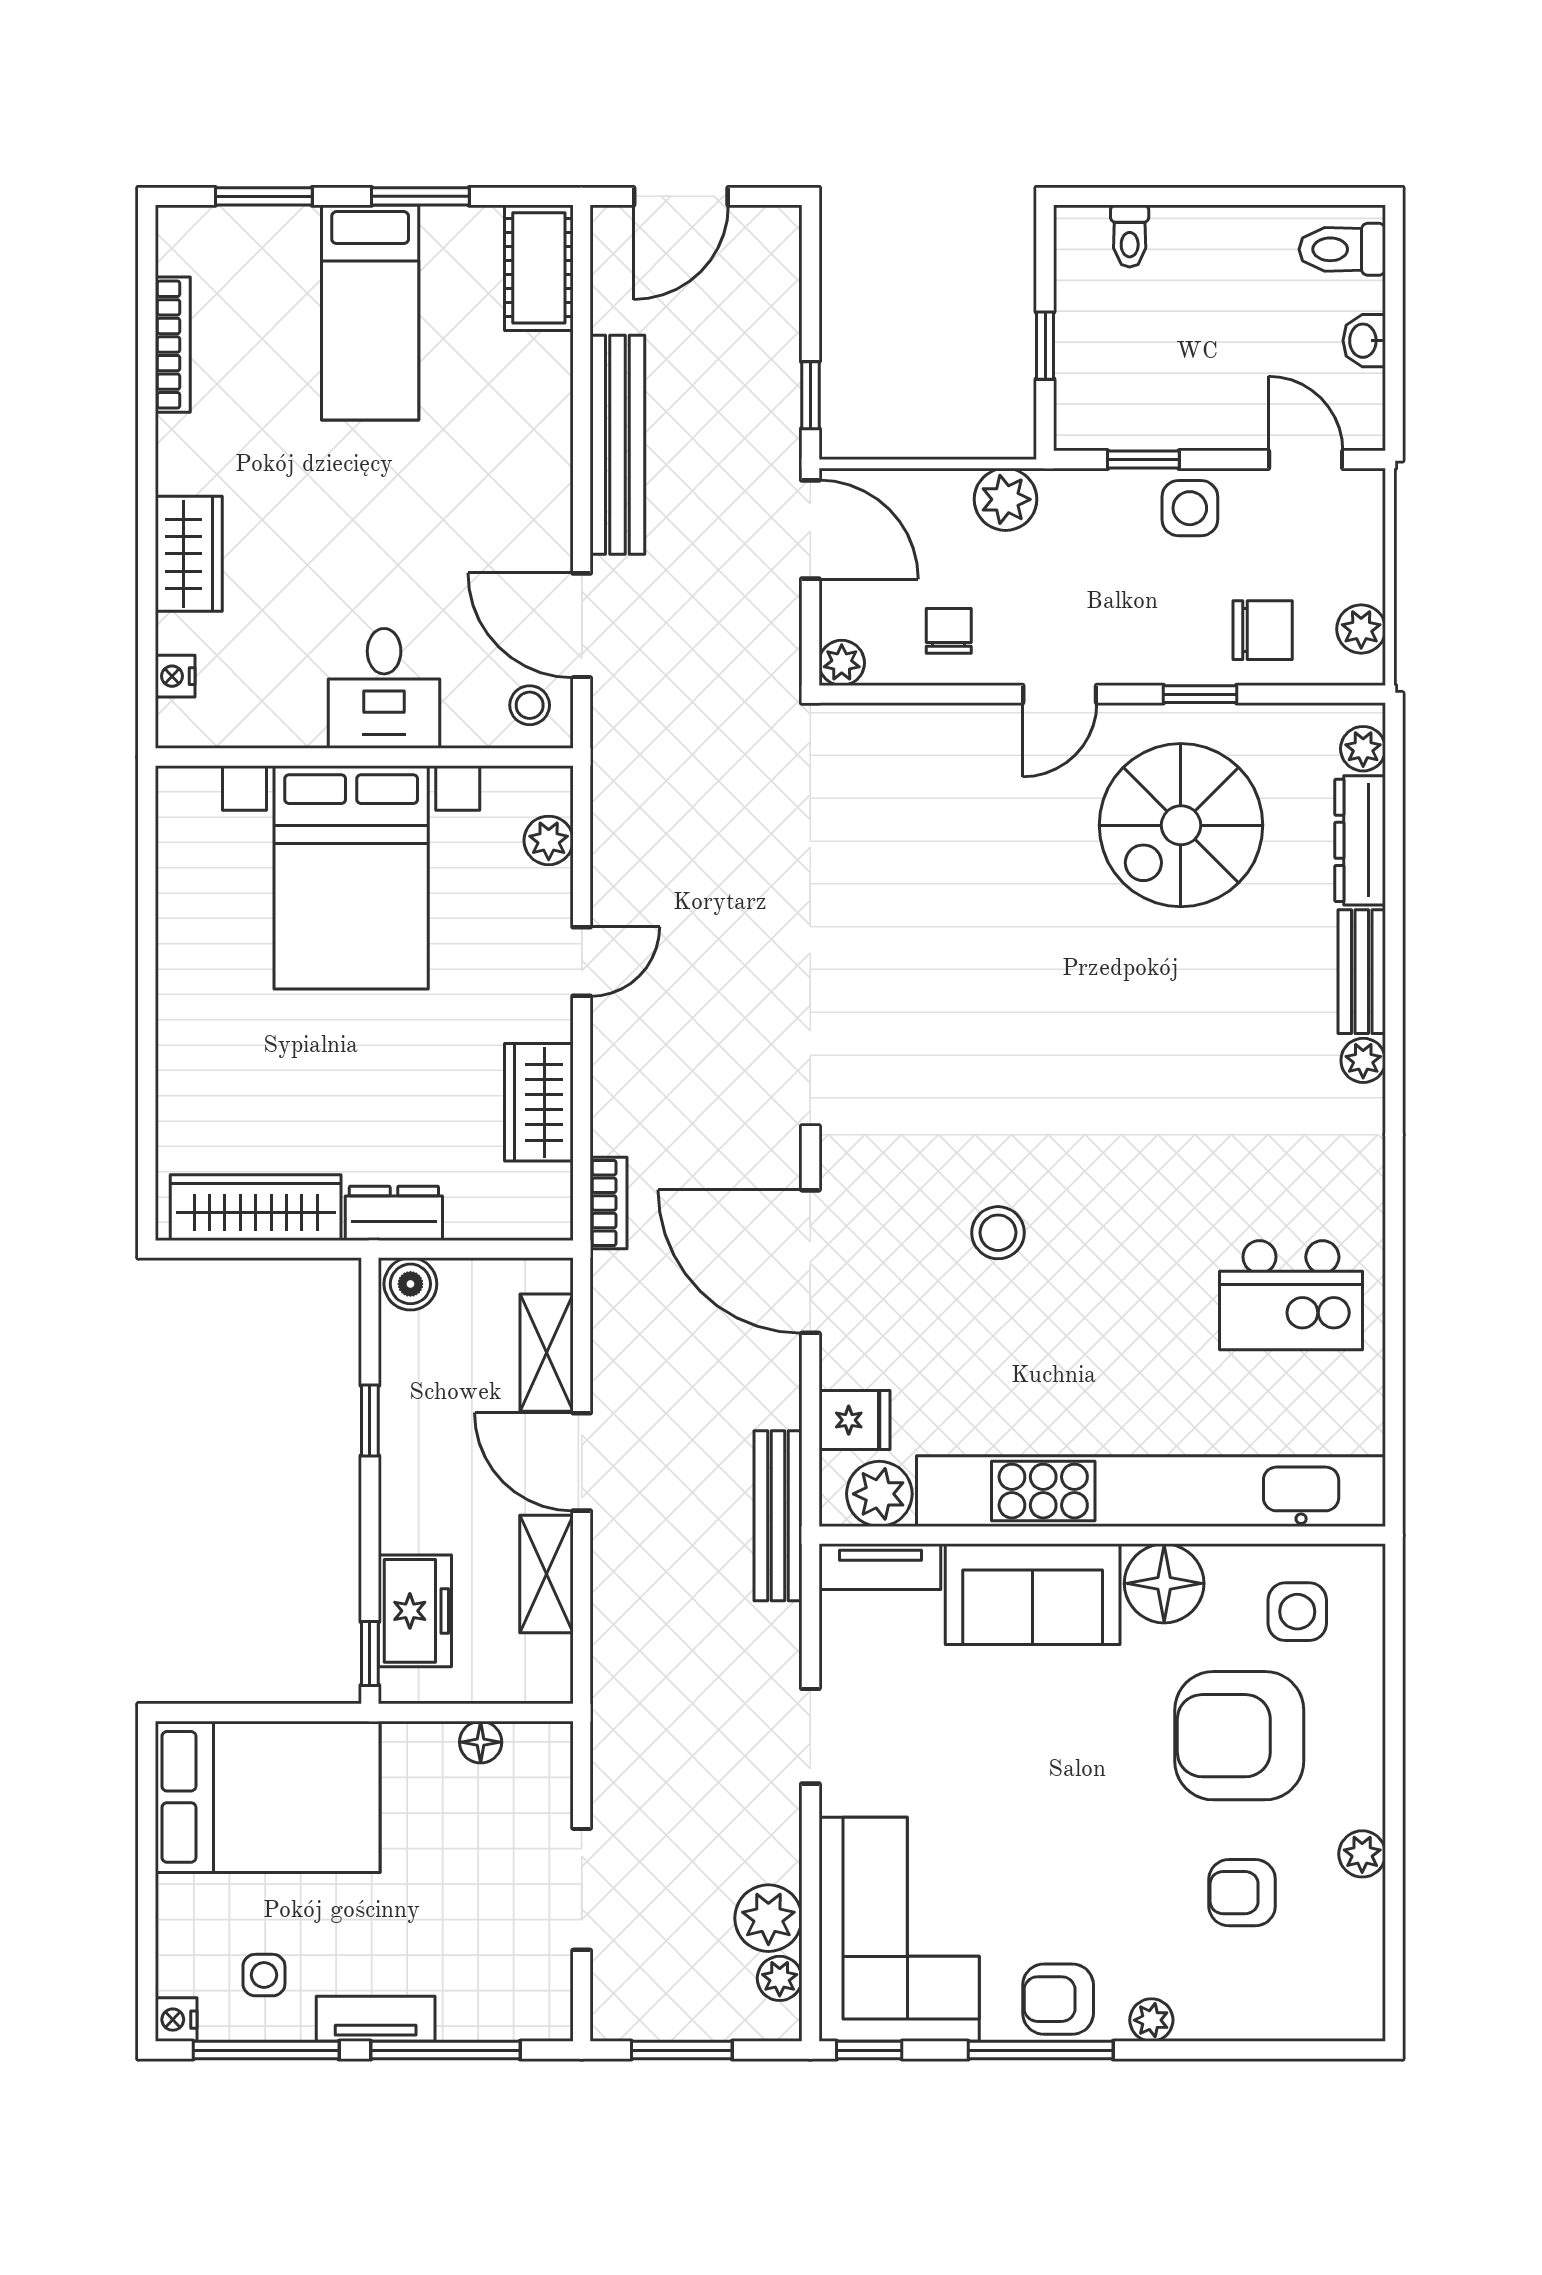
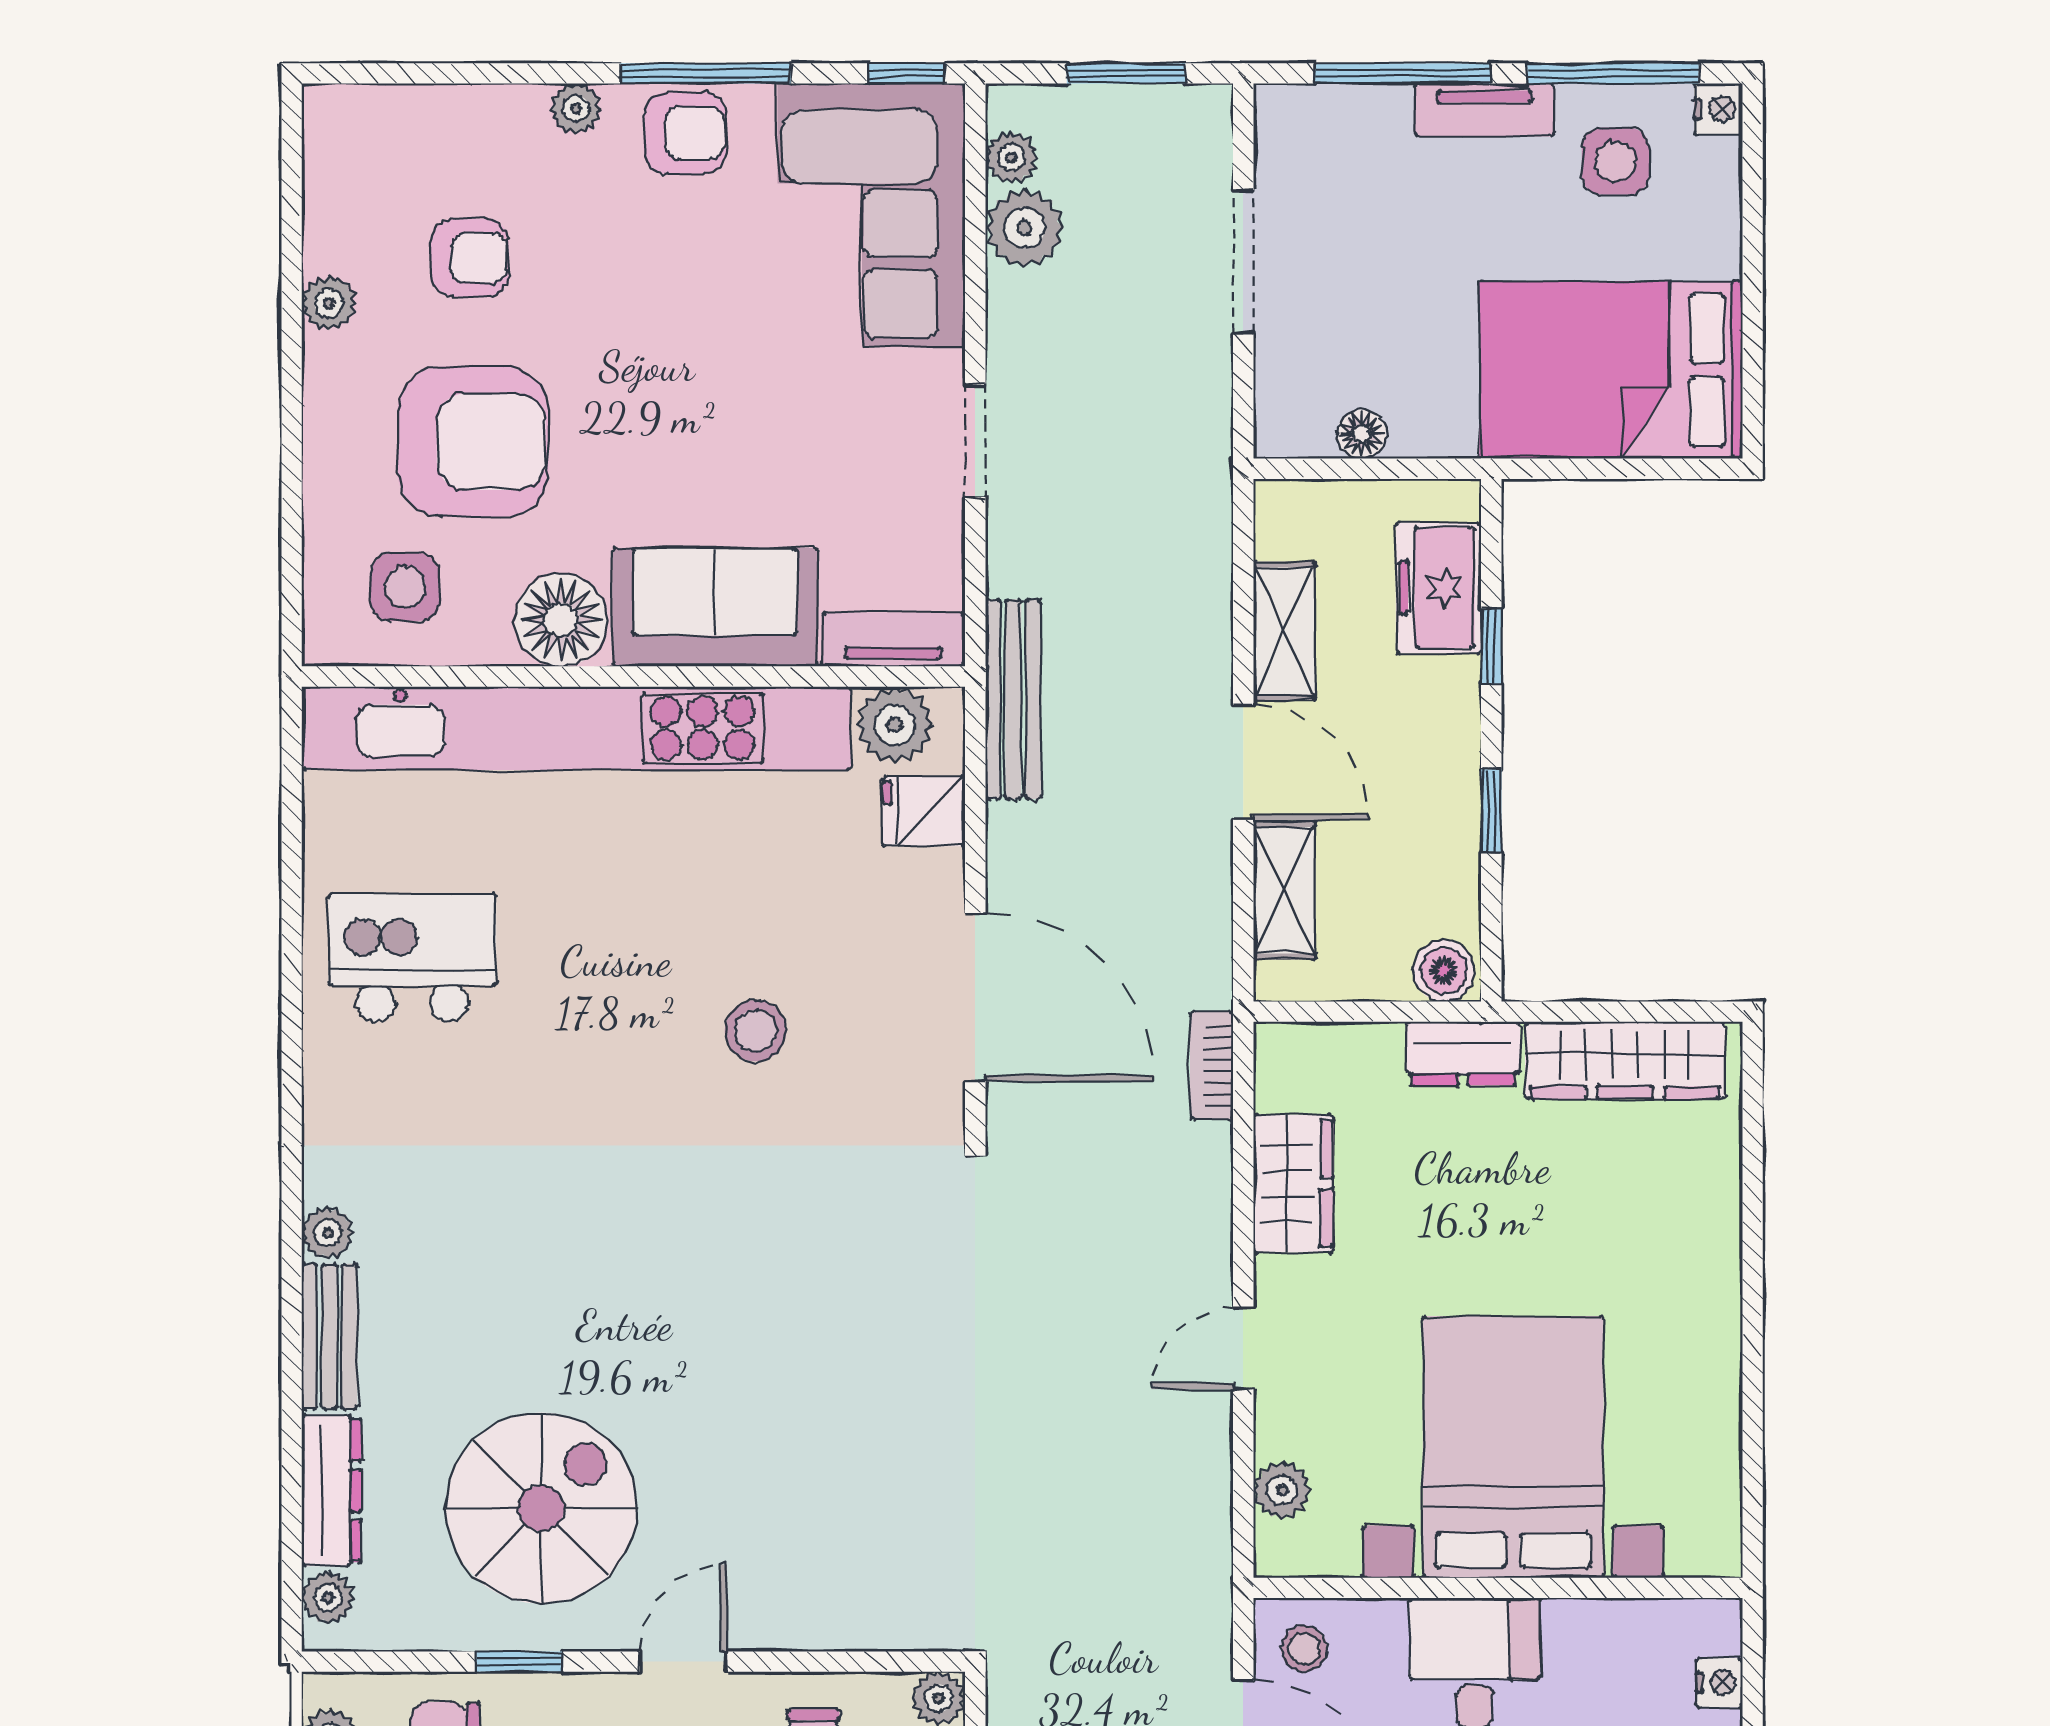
window: (370, 1653) -> (1491, 646), moved
side table: (264, 1975) -> (1615, 161), width x1.37, depth x1.37

